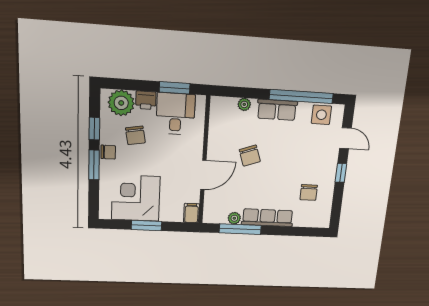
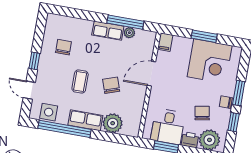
plant: (244, 104) -> (113, 123), width x1.87, depth x1.87
coffee table: (287, 156) -> (80, 81), added
row of seats: (268, 218) -> (108, 31), width x0.68

